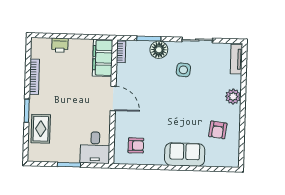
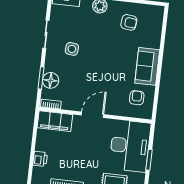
floor lamp: (159, 50) -> (51, 80), moved
desk: (95, 148) -> (130, 146), width x1.87, depth x1.30
sofa: (185, 155) -> (147, 66), moved

